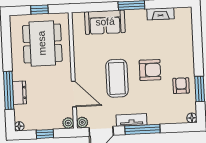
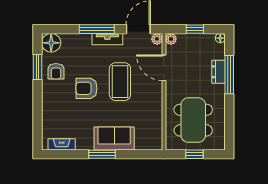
fireplace: (160, 14) -> (62, 144), moved
sofa: (105, 22) -> (114, 138), moved
floor lamp: (192, 118) -> (51, 43), width x1.89, depth x1.89

